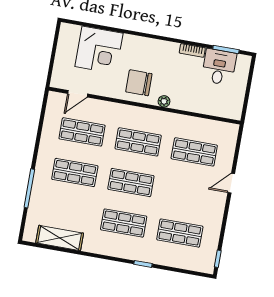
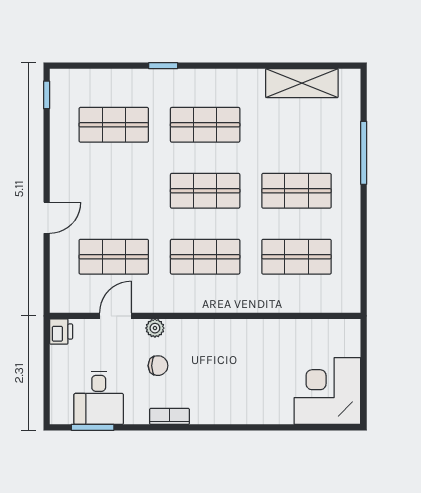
corner desk: (99, 50) -> (327, 391), moved
bookcase: (192, 50) -> (170, 416), moved
chair: (139, 83) -> (158, 366), moved, width x0.54, depth x0.54
door: (78, 94) -> (116, 316), moved
plant: (164, 101) -> (155, 328), moved
printer: (235, 112) -> (61, 331), added

